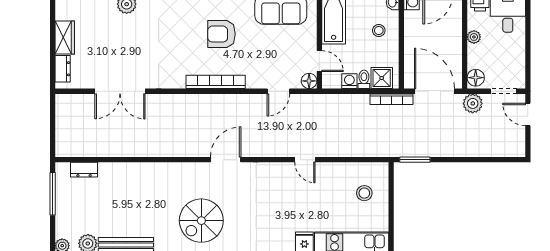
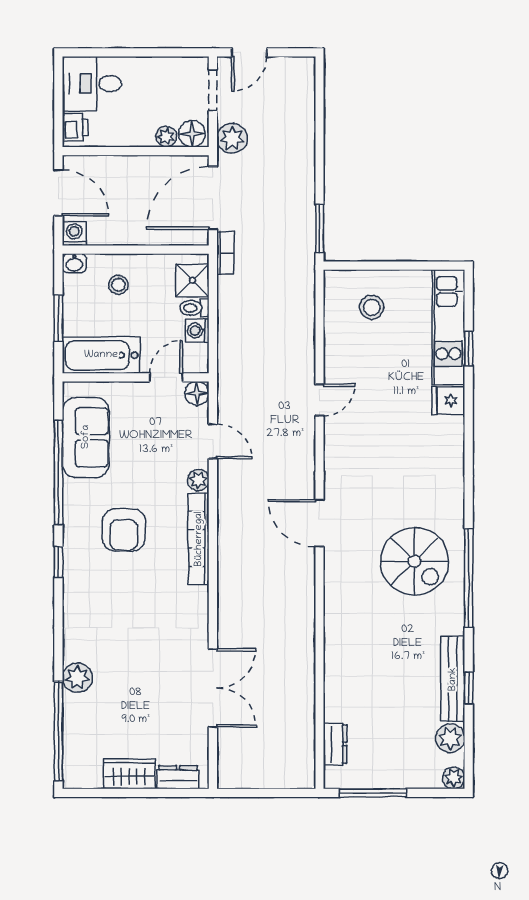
plant: (474, 37) -> (166, 137), moved
plant: (253, 82) -> (198, 480), added
bookcase: (391, 99) -> (225, 253), width x0.64

